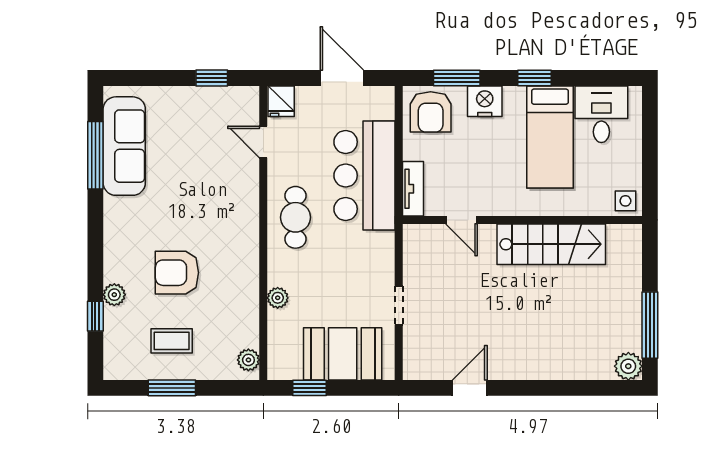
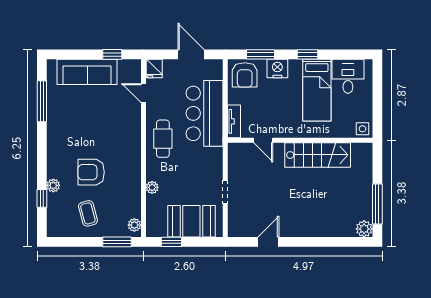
sofa: (124, 146) -> (87, 72), moved, turned 90
coffee table: (172, 341) -> (88, 213), turned 75
window: (172, 388) -> (117, 242), moved

